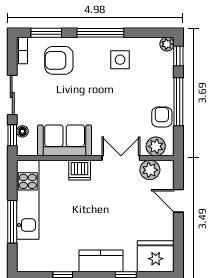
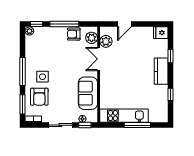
side table: (120, 60) -> (43, 77), moved
dishwasher: (80, 170) -> (106, 84), removed
fridge: (156, 256) -> (161, 33), width x0.53, depth x0.75

